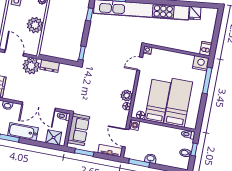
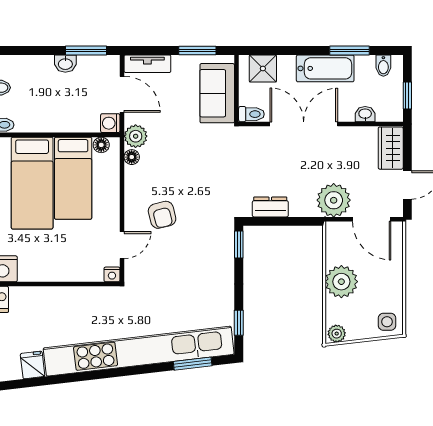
dresser: (50, 66) -> (270, 207), moved
armchair: (117, 75) -> (162, 215), added
plant: (127, 96) -> (136, 136), moved

